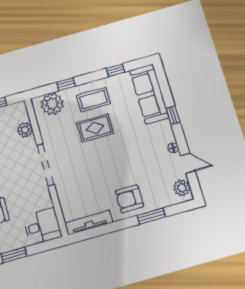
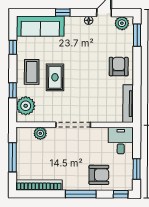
armchair: (129, 199) -> (119, 67), turned 180
window: (151, 216) -> (137, 35), moved

